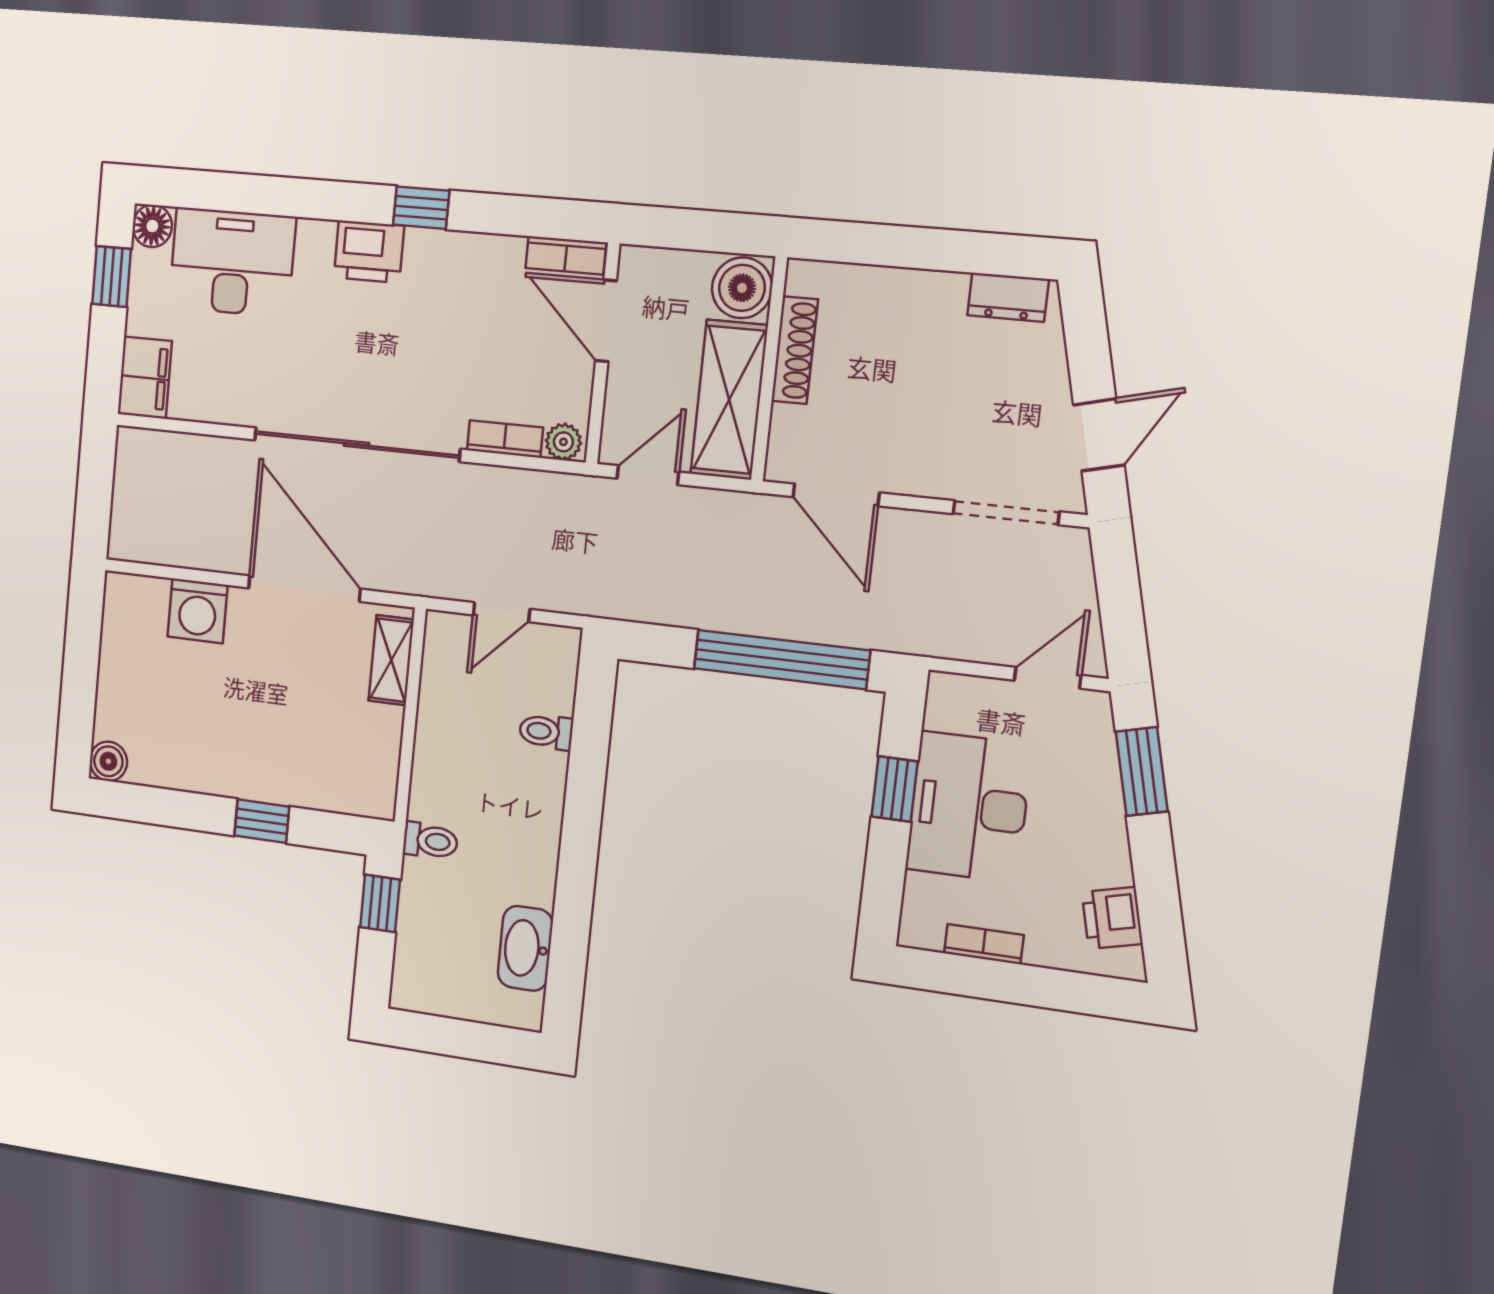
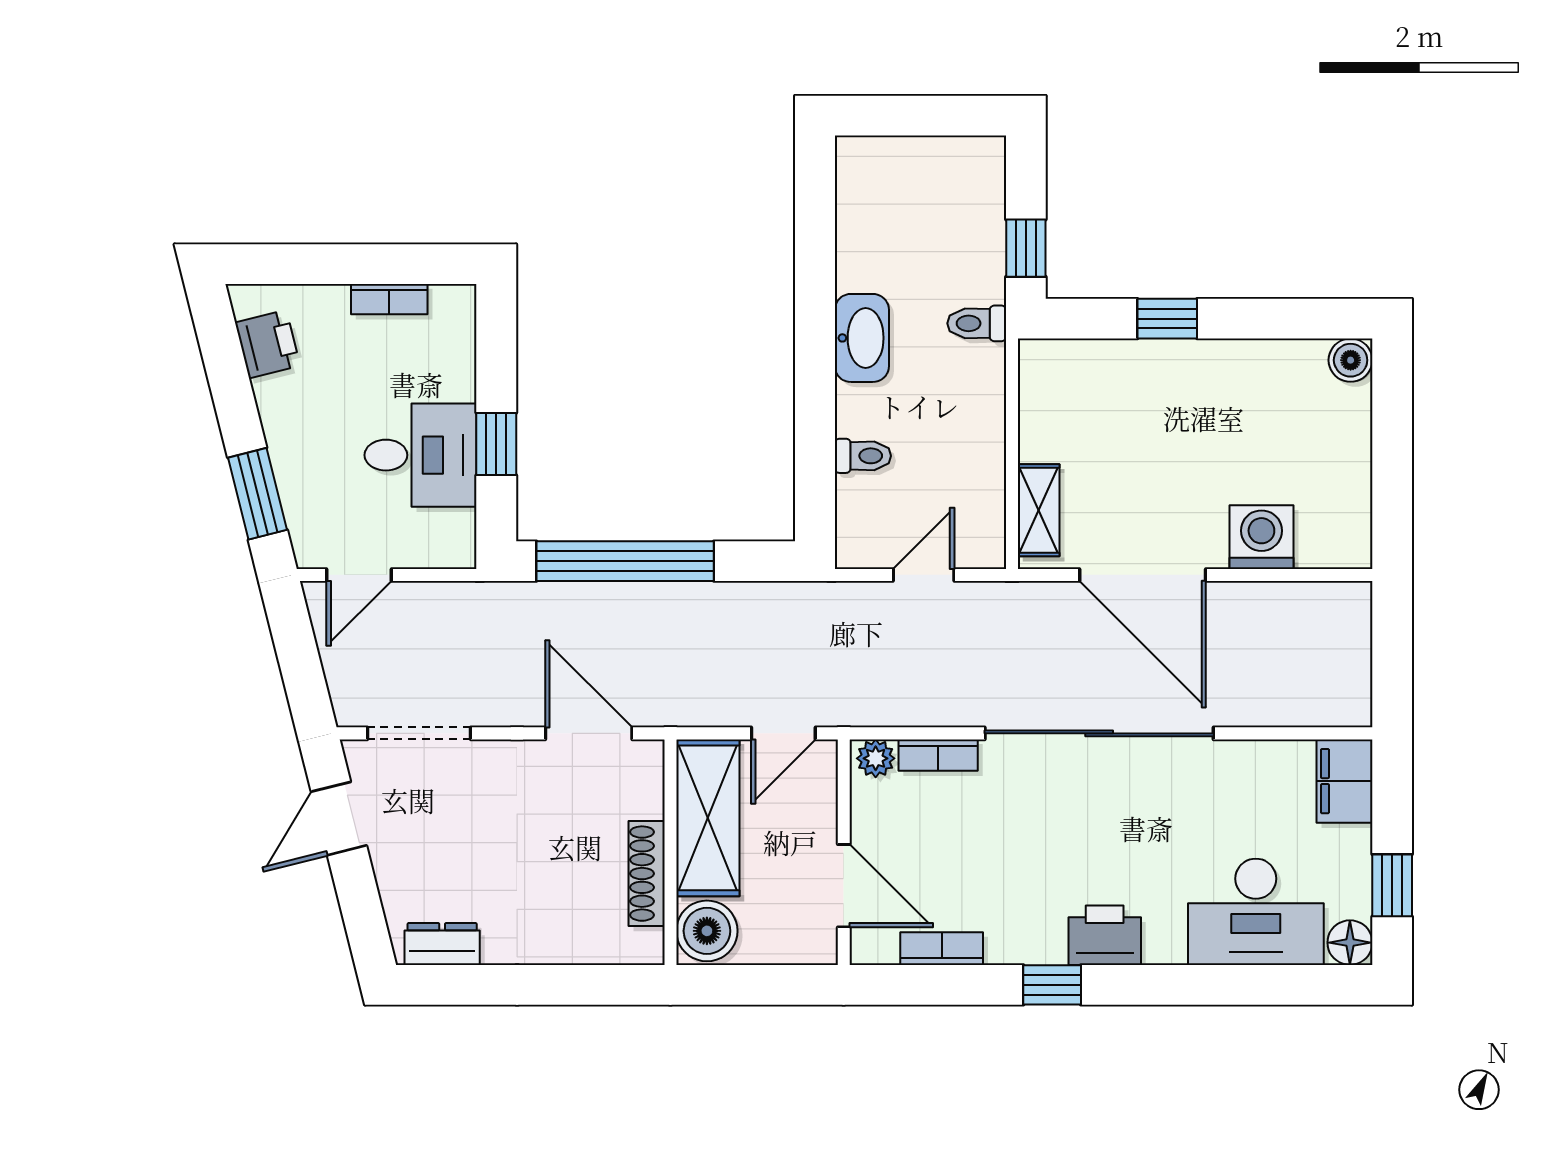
bookcase: (566, 255) -> (942, 949), moved
desk: (969, 807) -> (421, 455), width x0.73
washbasin: (525, 948) -> (862, 338), moved

